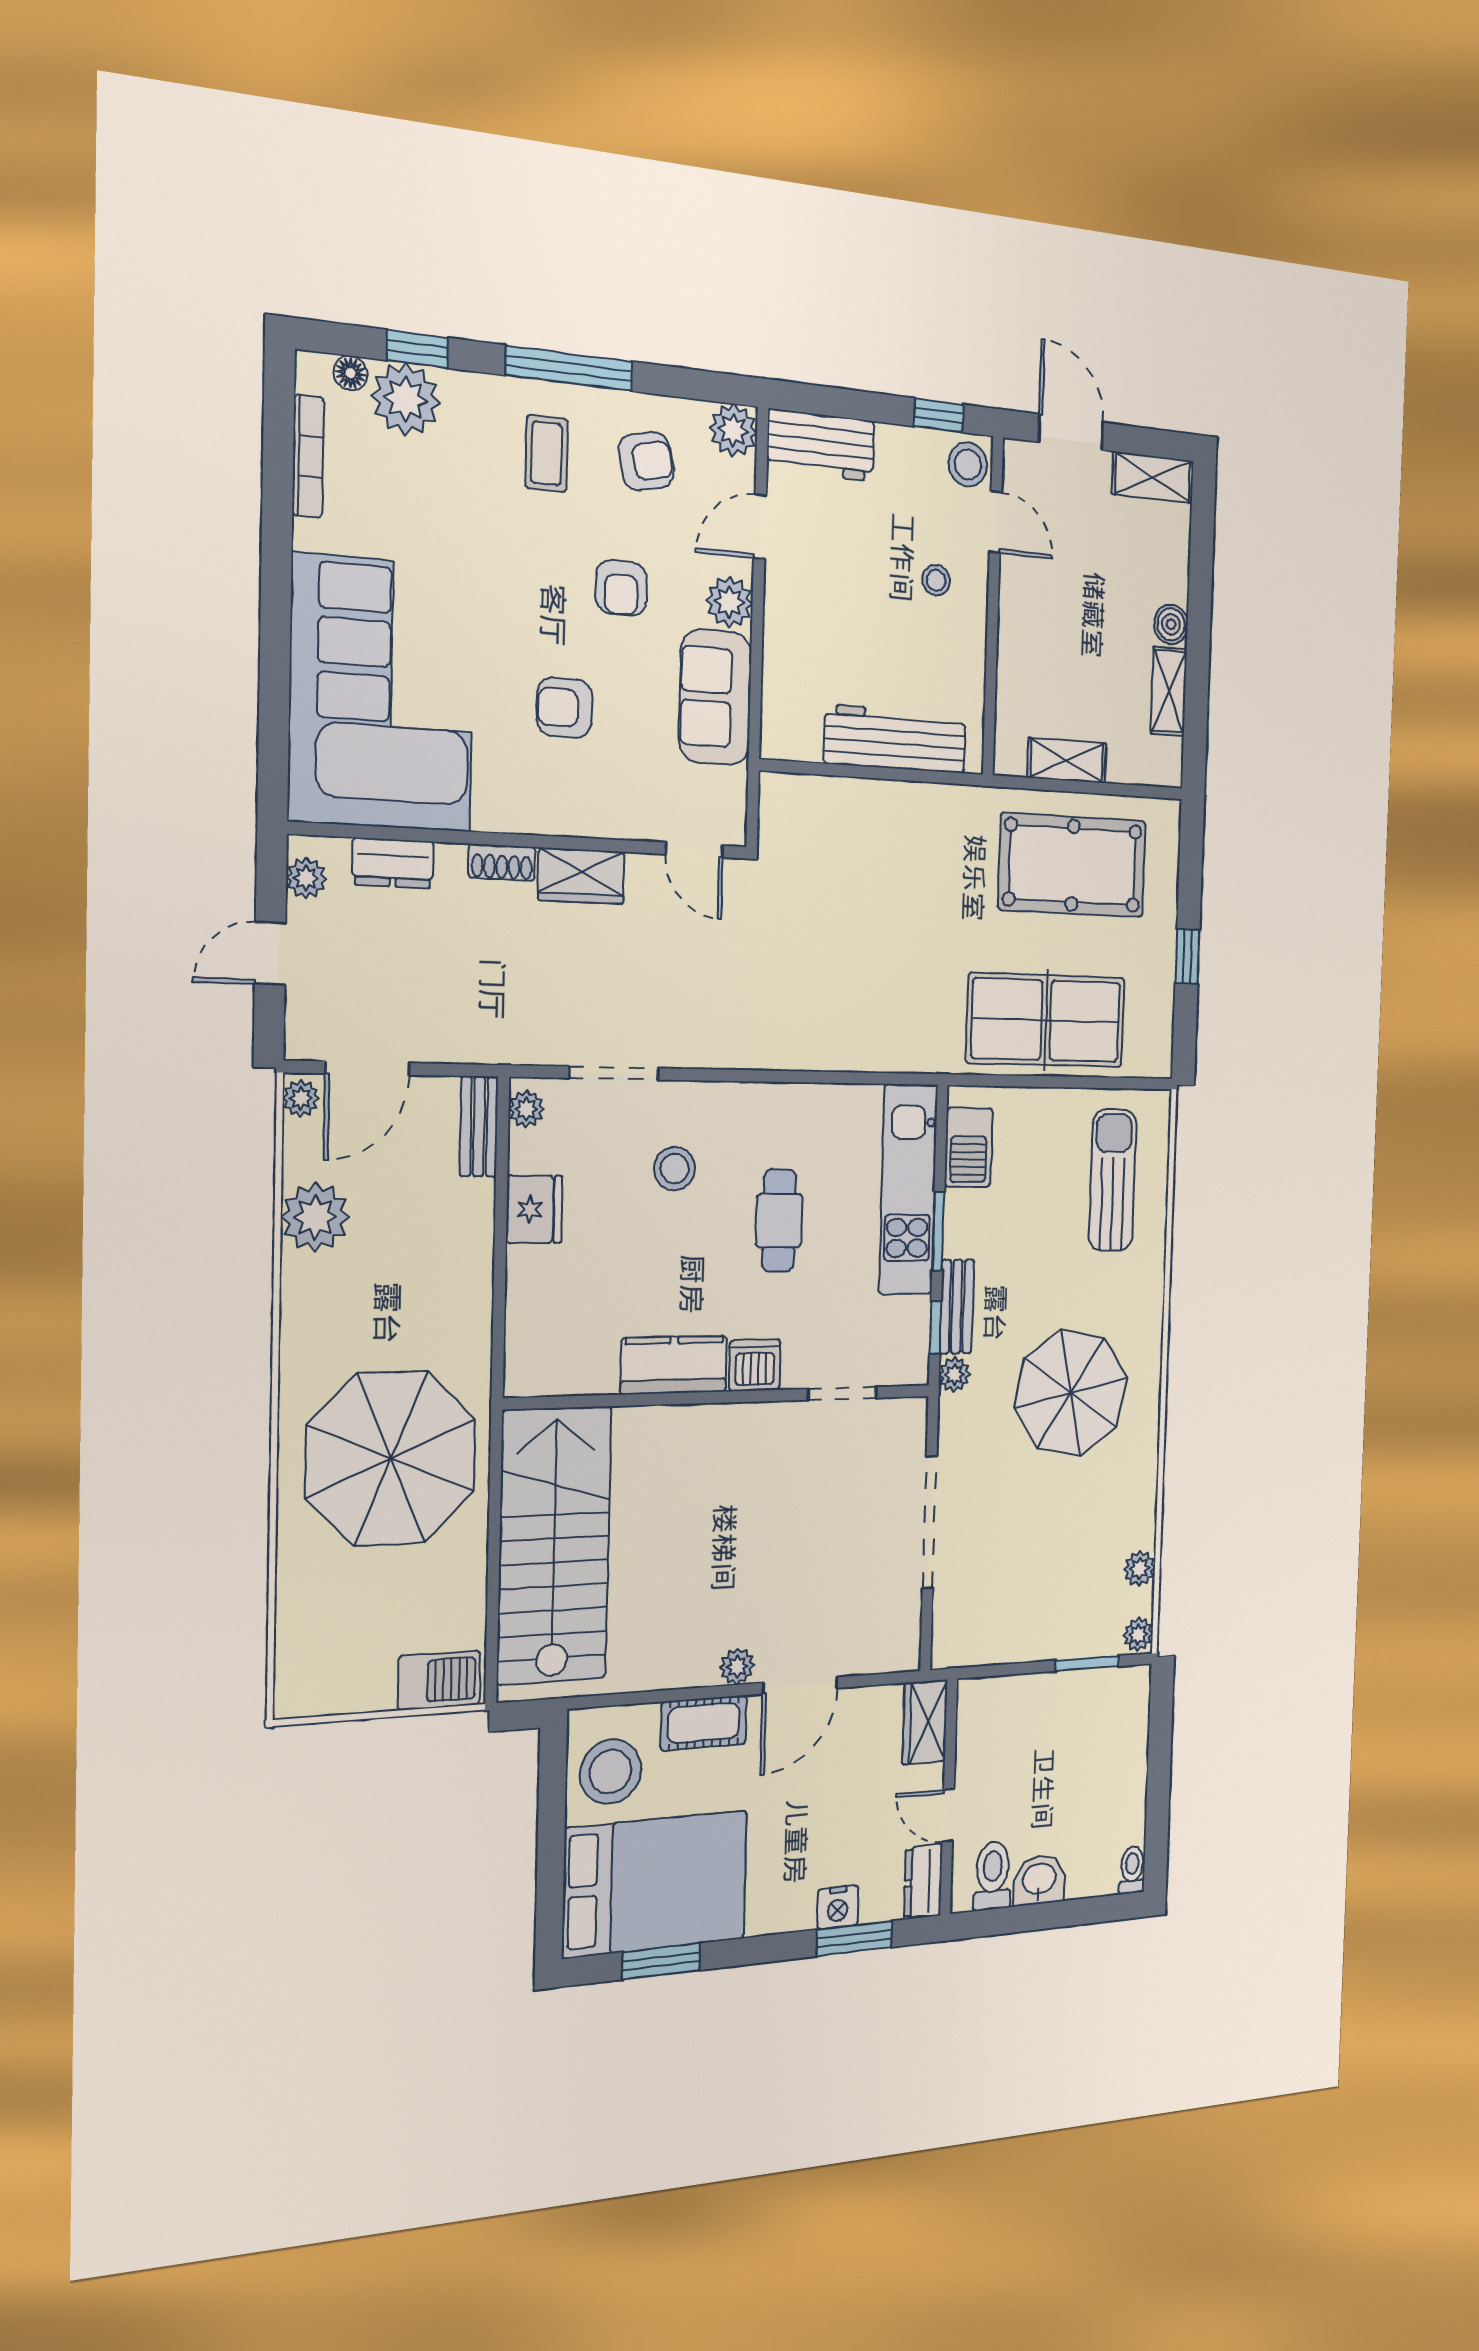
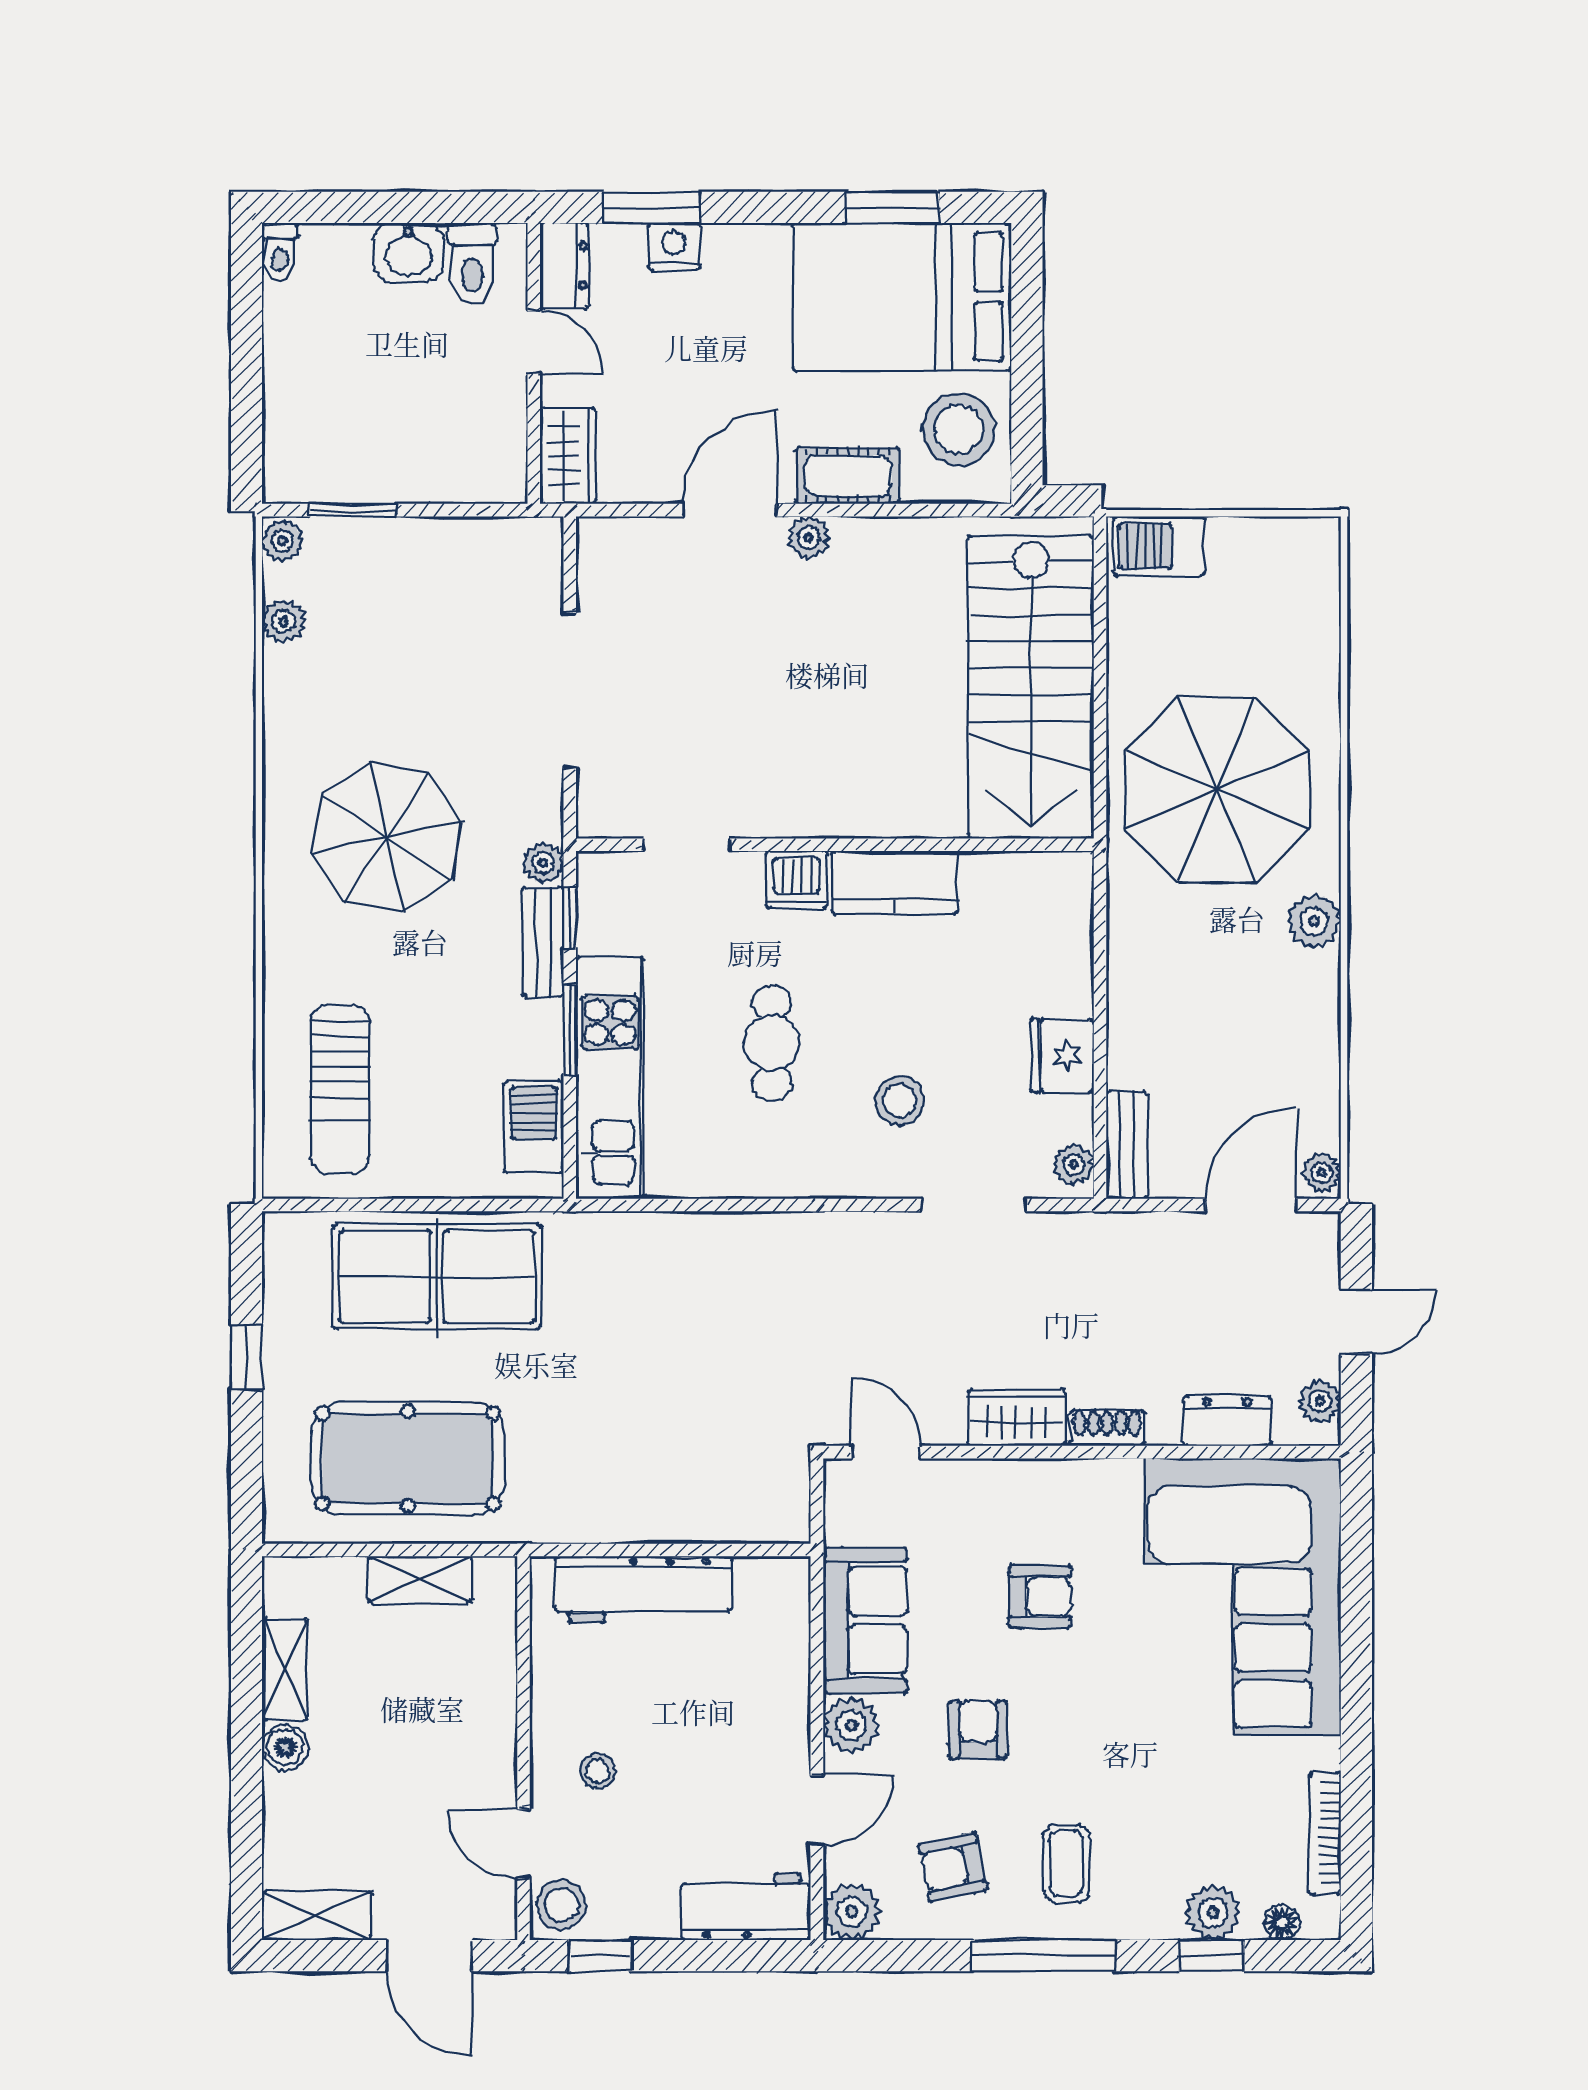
plant: (406, 399) -> (1213, 1913), width x0.73, depth x0.73
plant: (315, 1217) -> (1314, 921), moved, width x0.73, depth x0.73

